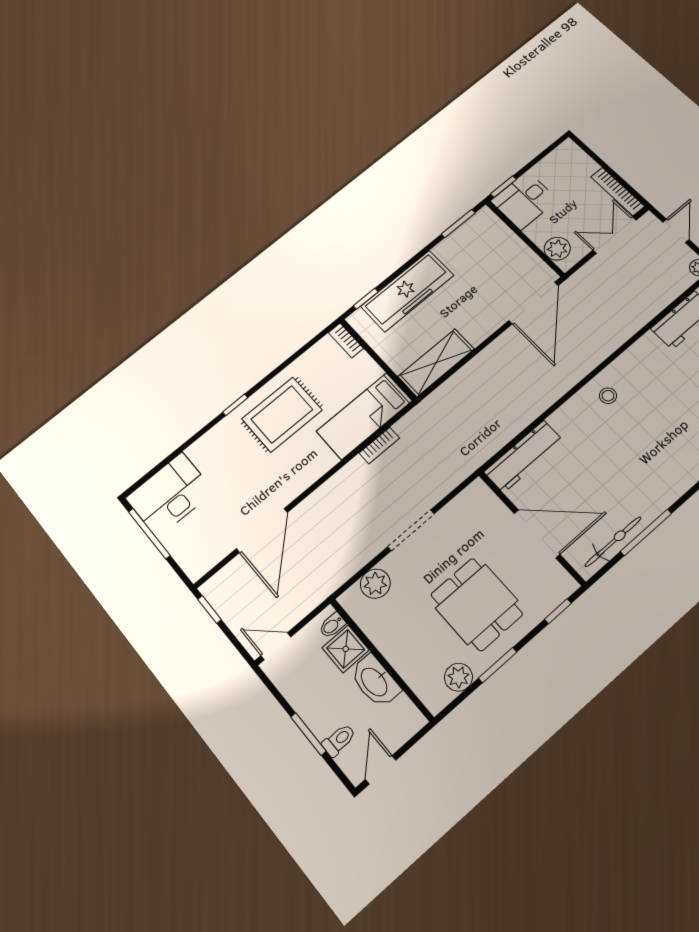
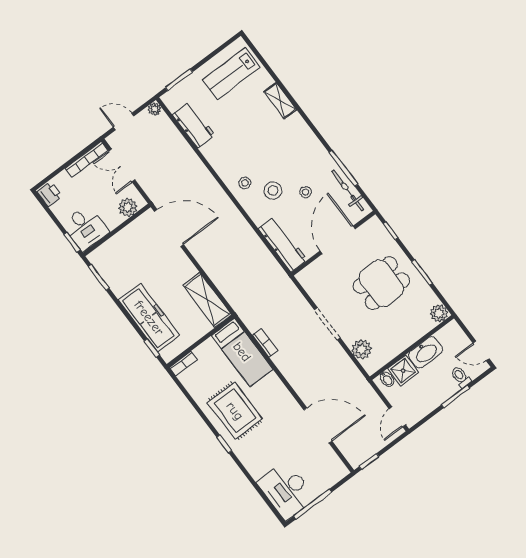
printer: (565, 153) -> (49, 194), added
stool: (601, 435) -> (273, 191), added
stool: (604, 481) -> (306, 192), added
plant: (458, 677) -> (439, 313), moved

